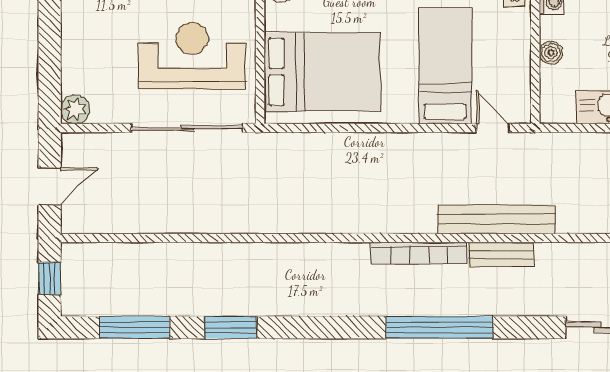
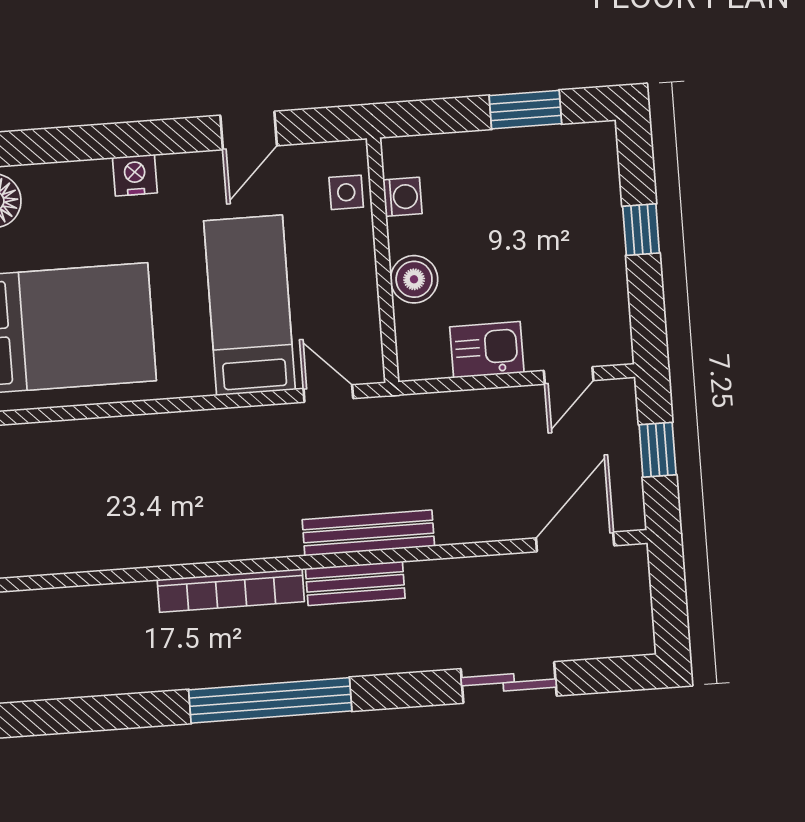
boiler: (551, 53) -> (414, 279), width x1.36, depth x1.36
bench: (497, 219) -> (368, 533), width x0.73, depth x0.82

